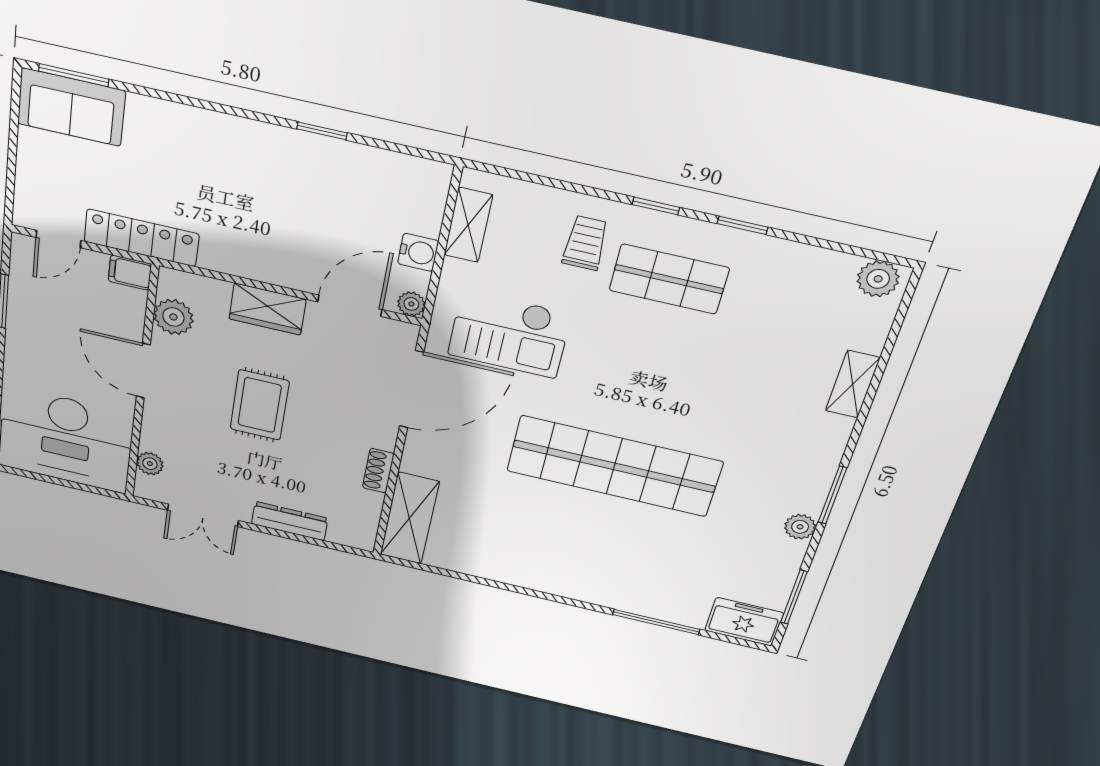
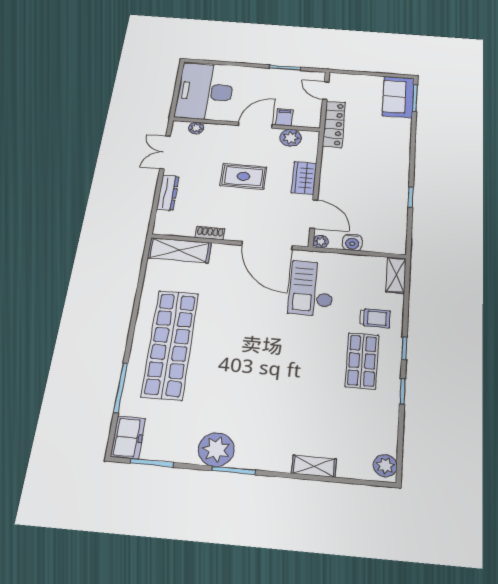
shelving: (468, 225) -> (396, 275), moved, turned 90
filing cabinet: (130, 273) -> (284, 117), moved
shop shelf: (614, 466) -> (170, 344), moved
plant: (800, 527) -> (216, 449), width x1.87, depth x1.87

